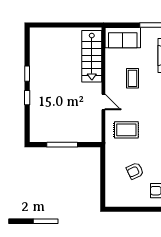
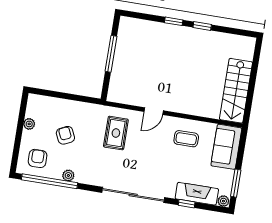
stairs: (92, 56) -> (236, 91), moved, turned -90
coffee table: (132, 78) -> (186, 139), moved
plant: (131, 202) -> (29, 124), added

